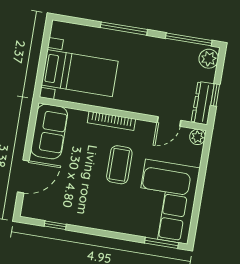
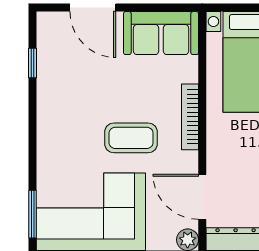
door: (169, 121) -> (202, 197), width x1.38

